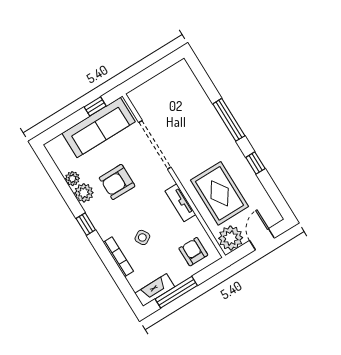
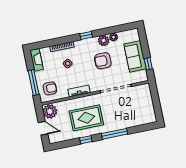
sofa: (99, 128) -> (135, 56), width x0.73
armchair: (117, 182) -> (103, 61), turned -90
rug: (220, 193) -> (86, 118), moved
window: (176, 292) -> (34, 82), moved

